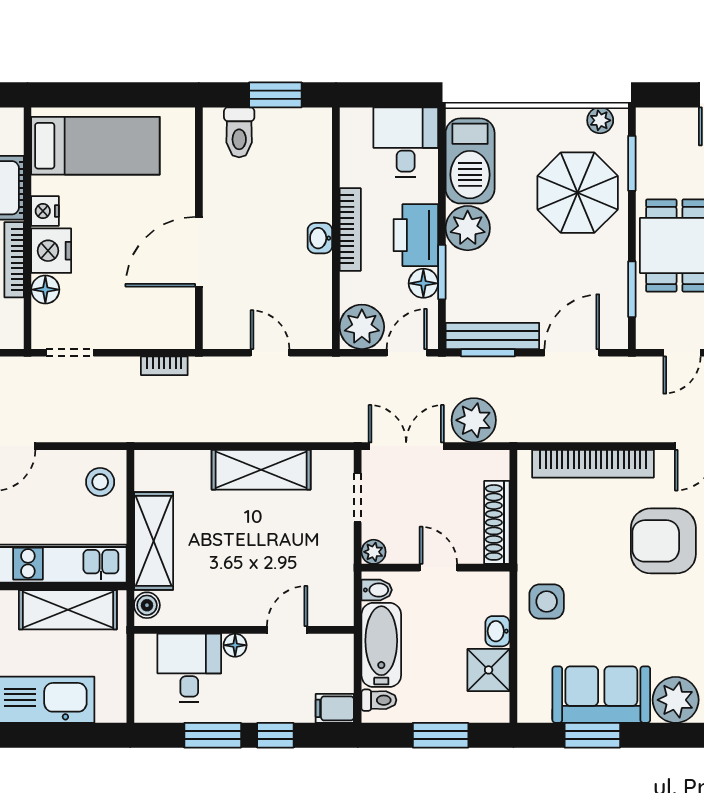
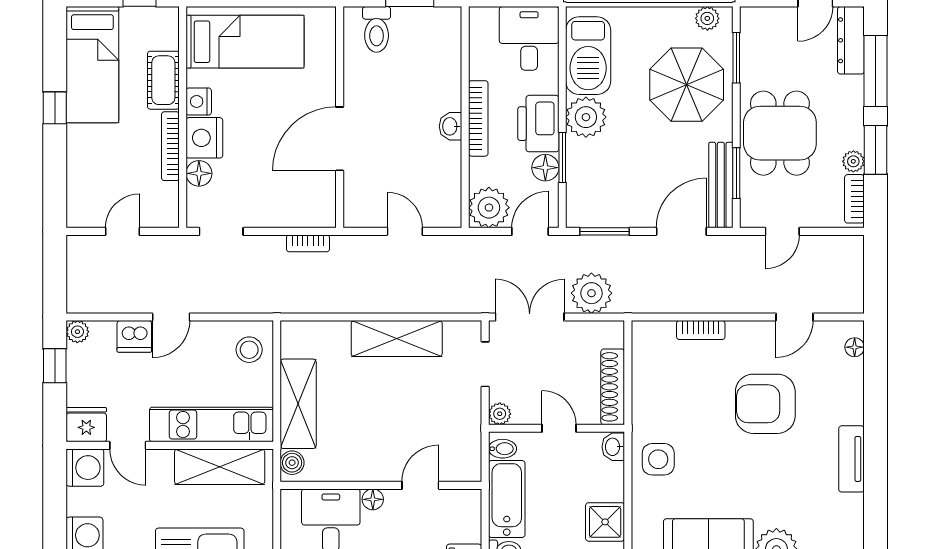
bench: (492, 336) -> (721, 185), moved, turned 90
bookcase: (593, 464) -> (701, 330), width x0.43, depth x0.76
washbasin: (497, 631) -> (613, 447), moved

